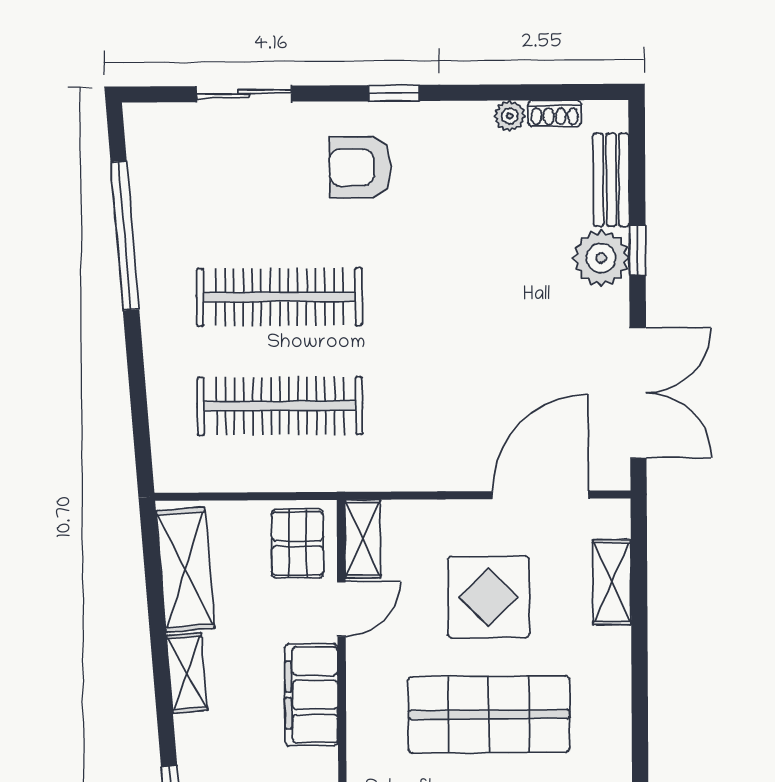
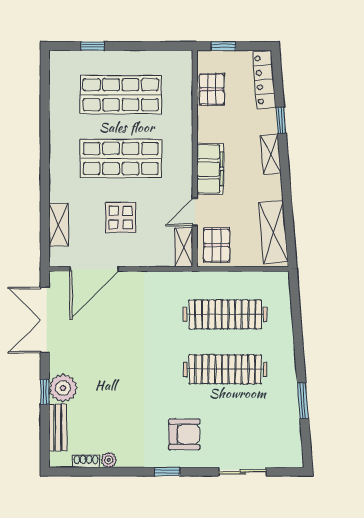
window: (125, 236) -> (303, 401), width x0.47
display table: (489, 597) -> (121, 218), width x0.73, depth x0.73
shelving: (187, 673) -> (271, 154), moved

